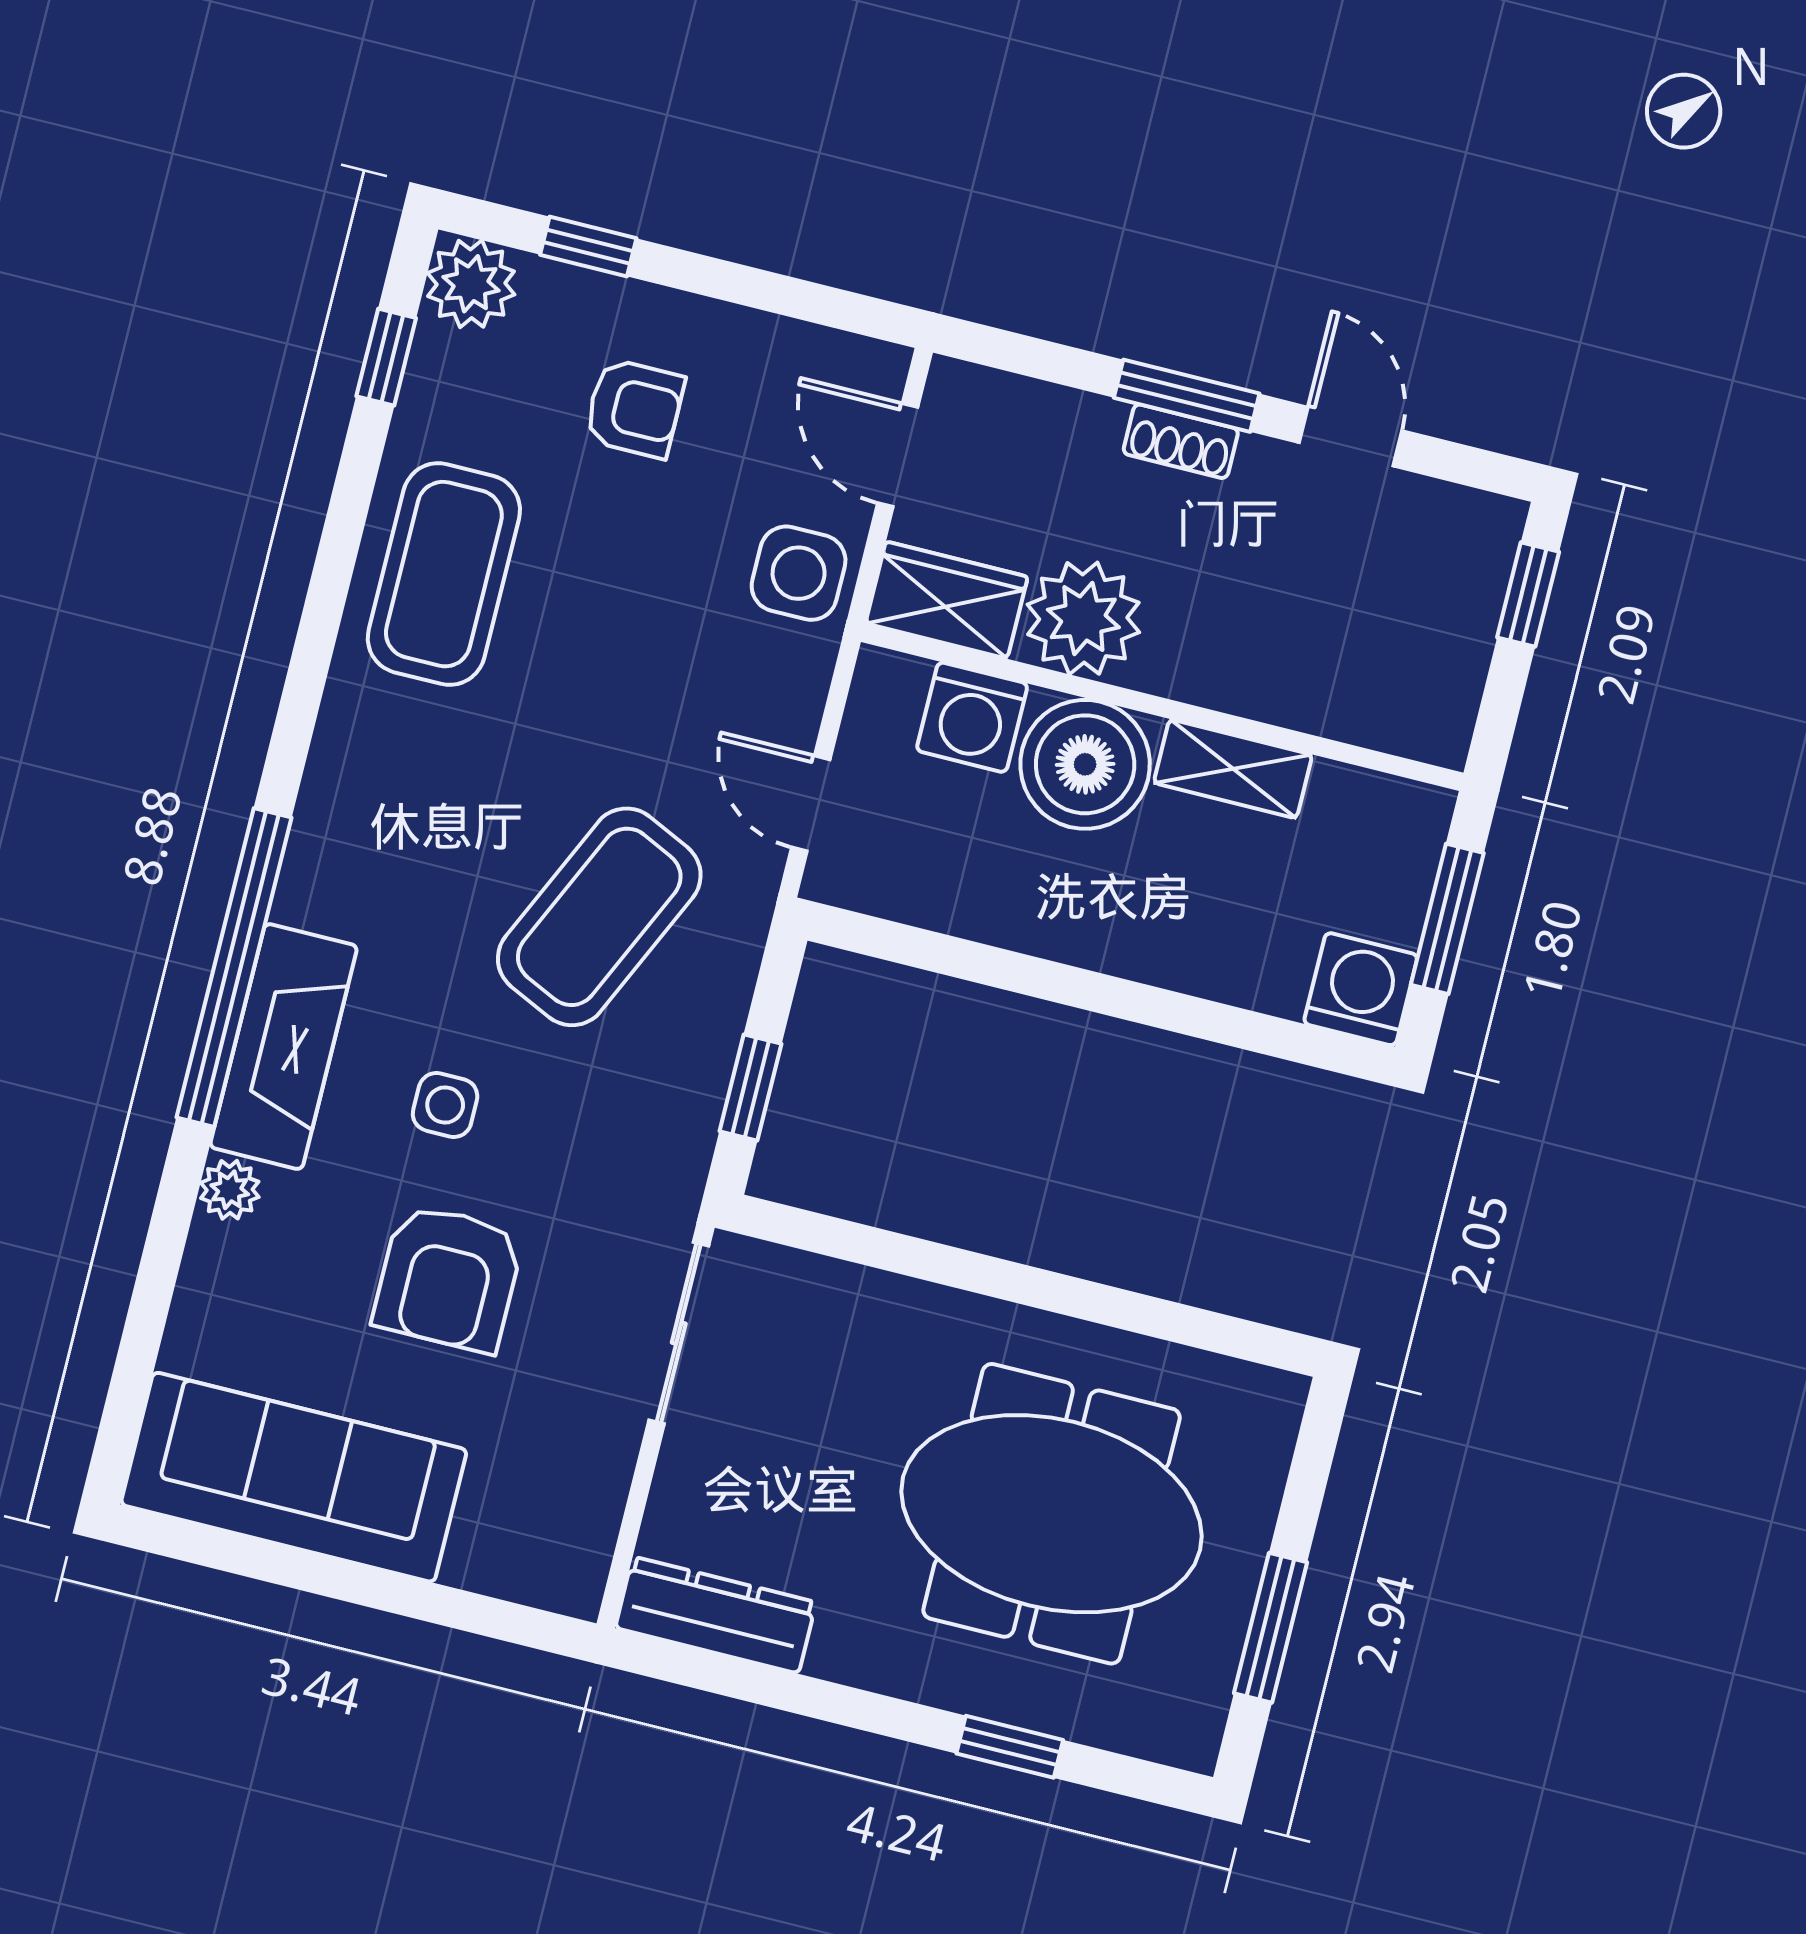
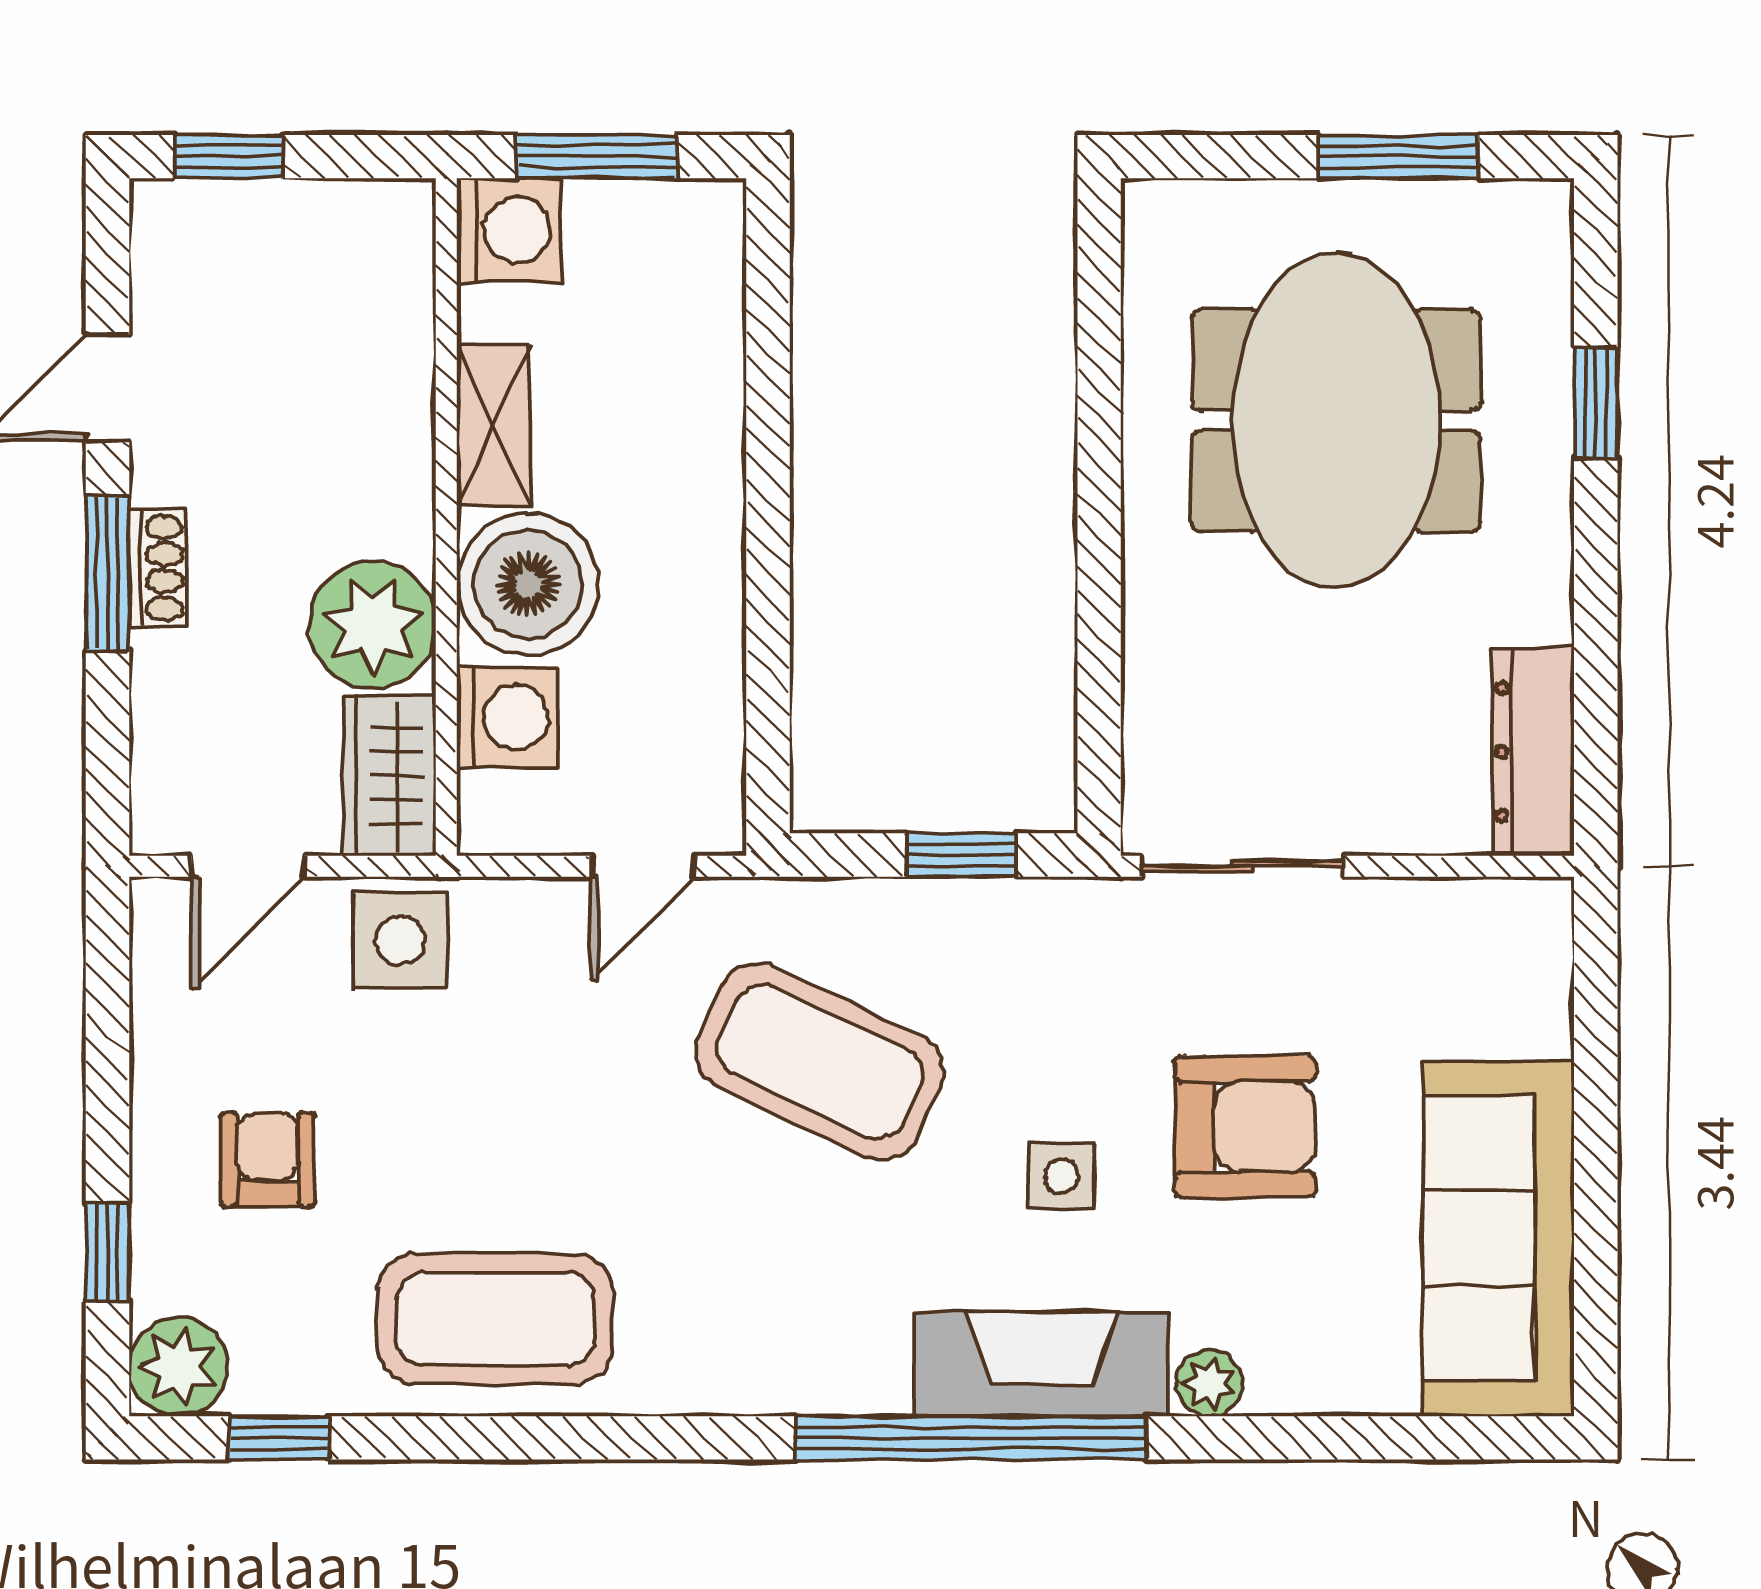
washing machine: (1361, 989) -> (509, 230), moved, turned 180

